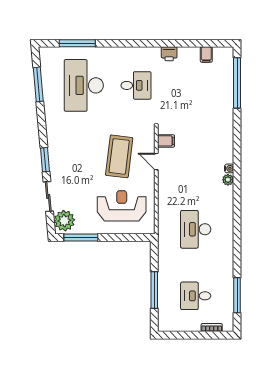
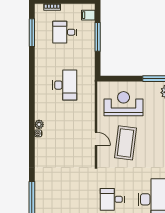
filing cabinet: (166, 141) -> (88, 15), moved
reception desk: (122, 206) -> (124, 104), turned 180
desk: (196, 296) -> (65, 32), turned 180

